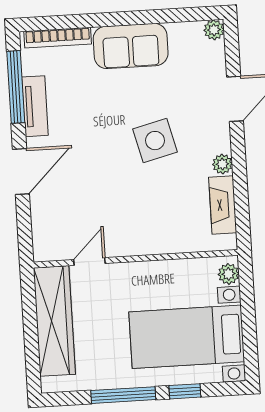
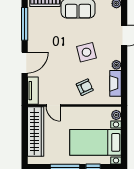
tv unit: (35, 106) -> (33, 91), moved
armchair: (156, 217) -> (85, 87), added
door: (89, 262) -> (53, 105), swing flipped

